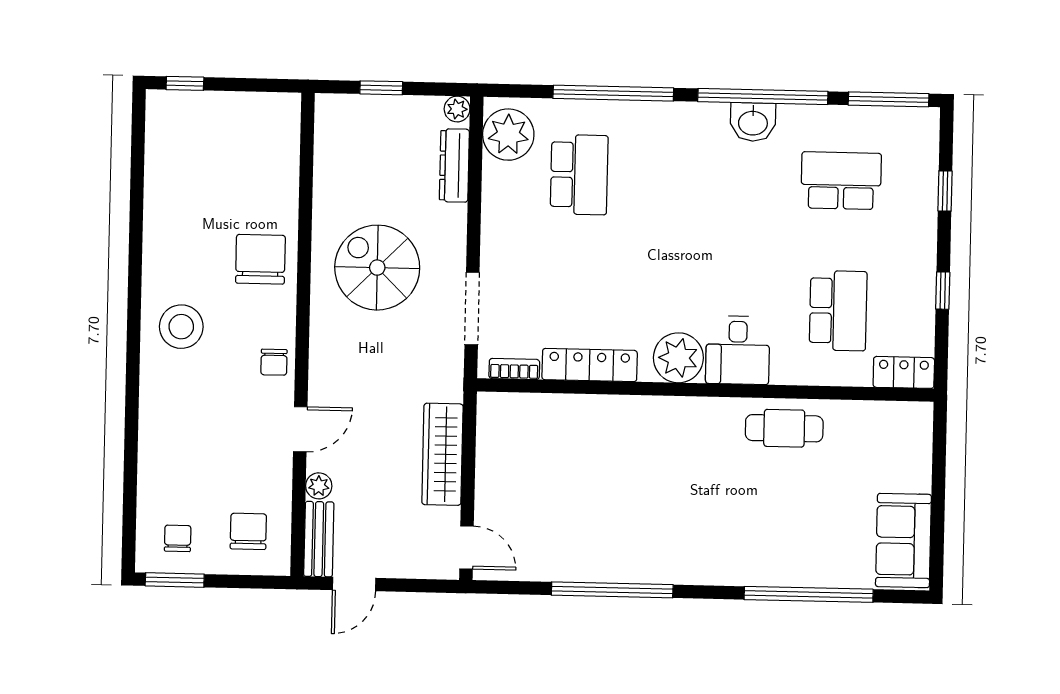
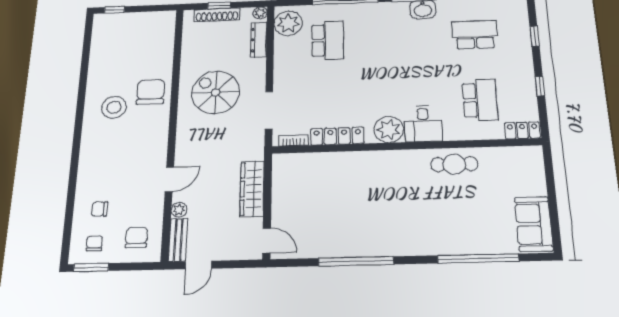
shoe rack: (377, 107) -> (217, 15), added
stool: (181, 327) -> (114, 107), moved
chair: (274, 362) -> (100, 209), moved, turned 90

